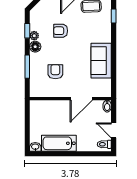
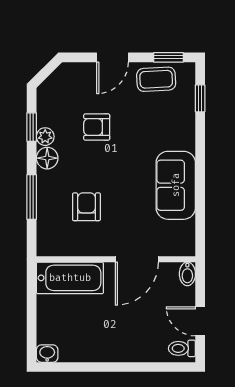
bathtub: (59, 143) -> (70, 278), moved, turned 180

